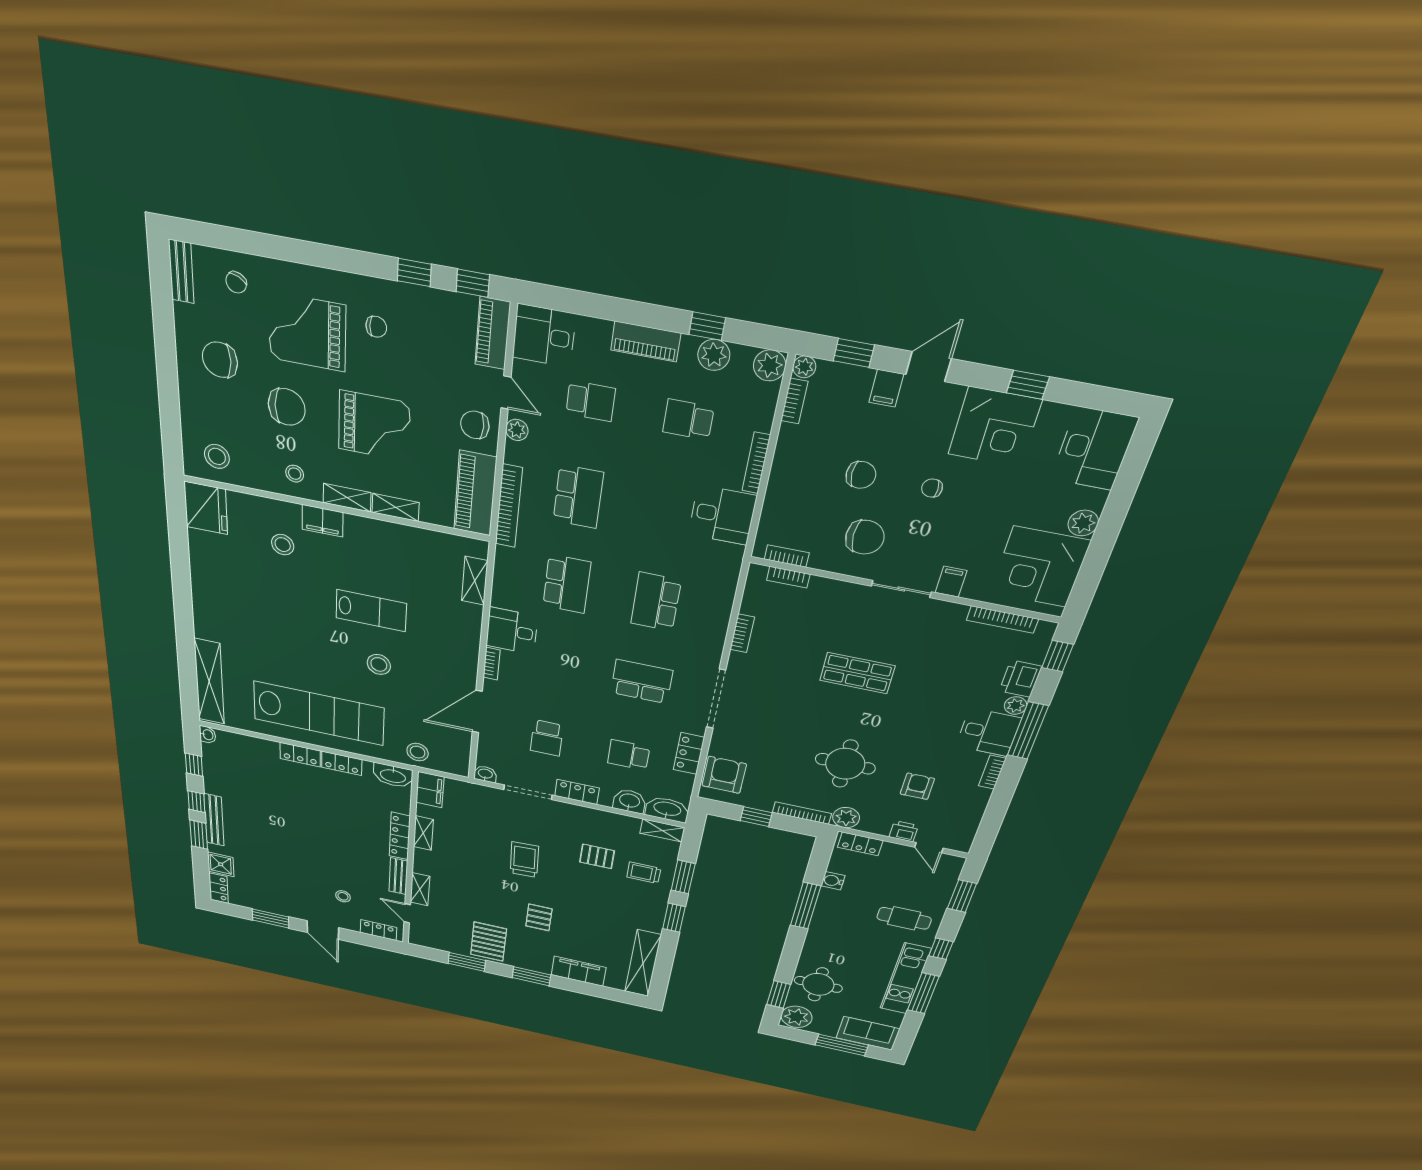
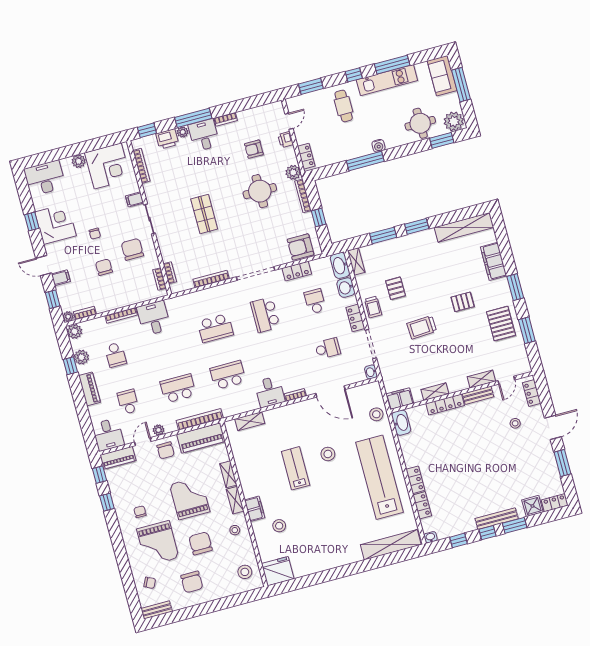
bookcase: (742, 633) -> (211, 279), width x1.56
school desk: (629, 755) -> (315, 301), turned 180
locker: (342, 763) -> (422, 505), moved
trolley: (644, 873) -> (373, 307), moved
water cooler: (833, 881) -> (378, 146), moved
pallet: (489, 942) -> (501, 324), turned 90

